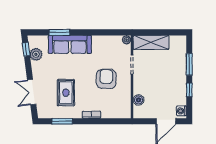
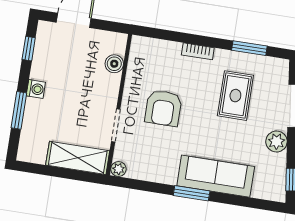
window: (59, 32) -> (192, 193), moved
plant: (36, 54) -> (277, 142), moved
window: (189, 90) -> (29, 49), moved
washing machine: (181, 111) -> (36, 89), moved

